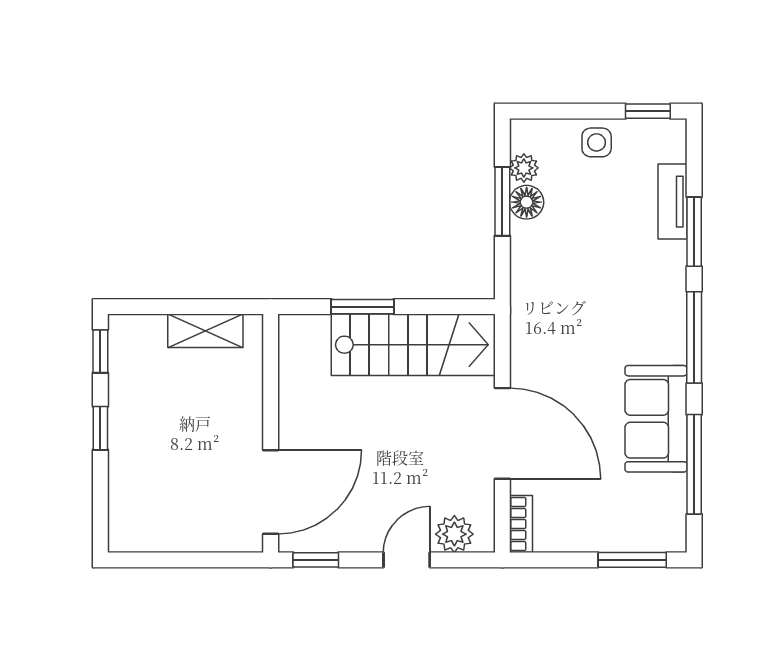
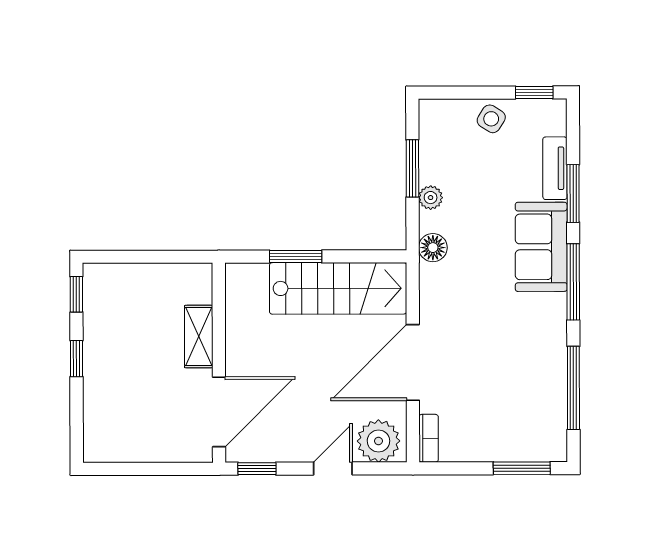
side table: (597, 142) -> (491, 119), turned 32
plant: (524, 168) -> (431, 198), moved
floor lamp: (527, 202) -> (433, 248), moved
shelving: (205, 331) -> (199, 337), moved, turned 90
sofa: (656, 419) -> (541, 247), moved
door: (502, 433) -> (413, 362), swing flipped
plant: (454, 534) -> (378, 441), width x1.36, depth x1.36

